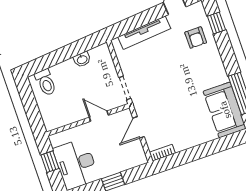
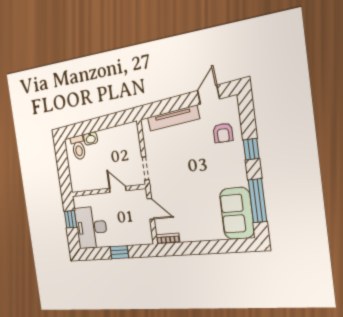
window: (216, 23) -> (251, 149), moved
washbasin: (82, 59) -> (91, 138), moved
door: (138, 127) -> (151, 209), swing flipped

